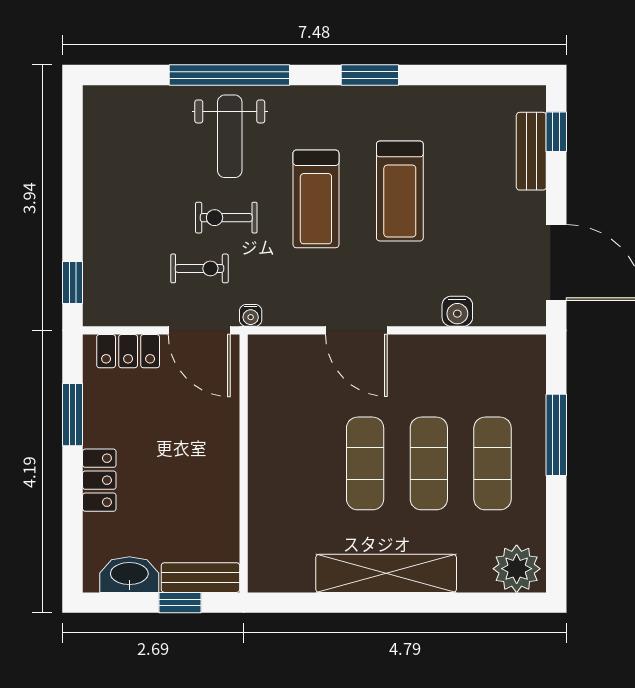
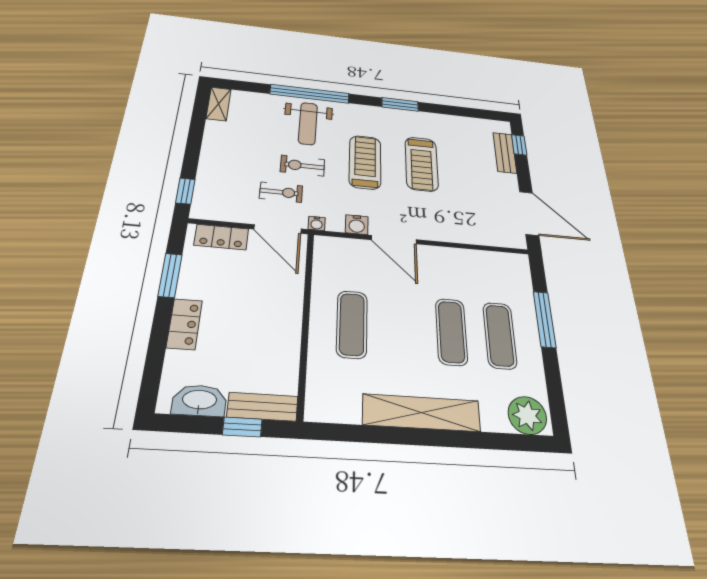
shelving: (97, 117) -> (219, 104), added
treadmill: (316, 199) -> (365, 162), turned 180
water cooler: (457, 311) -> (357, 225), moved
exercise mat: (365, 463) -> (352, 324), moved

